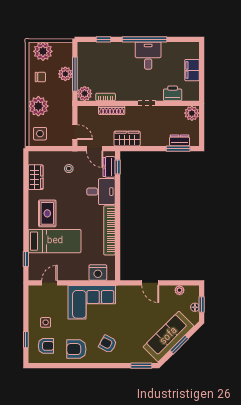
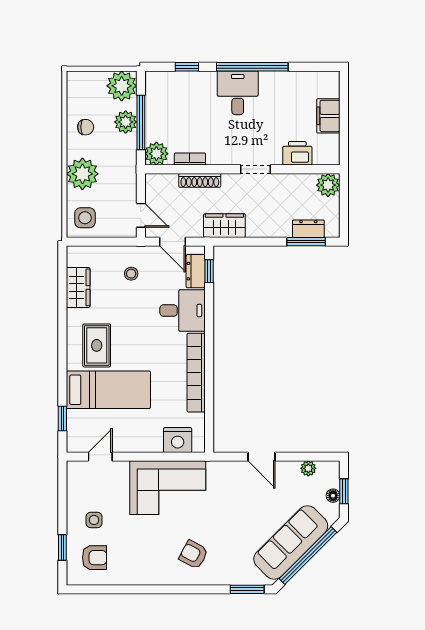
plant: (43, 51) -> (122, 86), moved
desk: (148, 56) -> (238, 93), moved
window: (179, 345) -> (308, 555), width x2.11
armchair: (76, 349) -> (143, 563), removed

